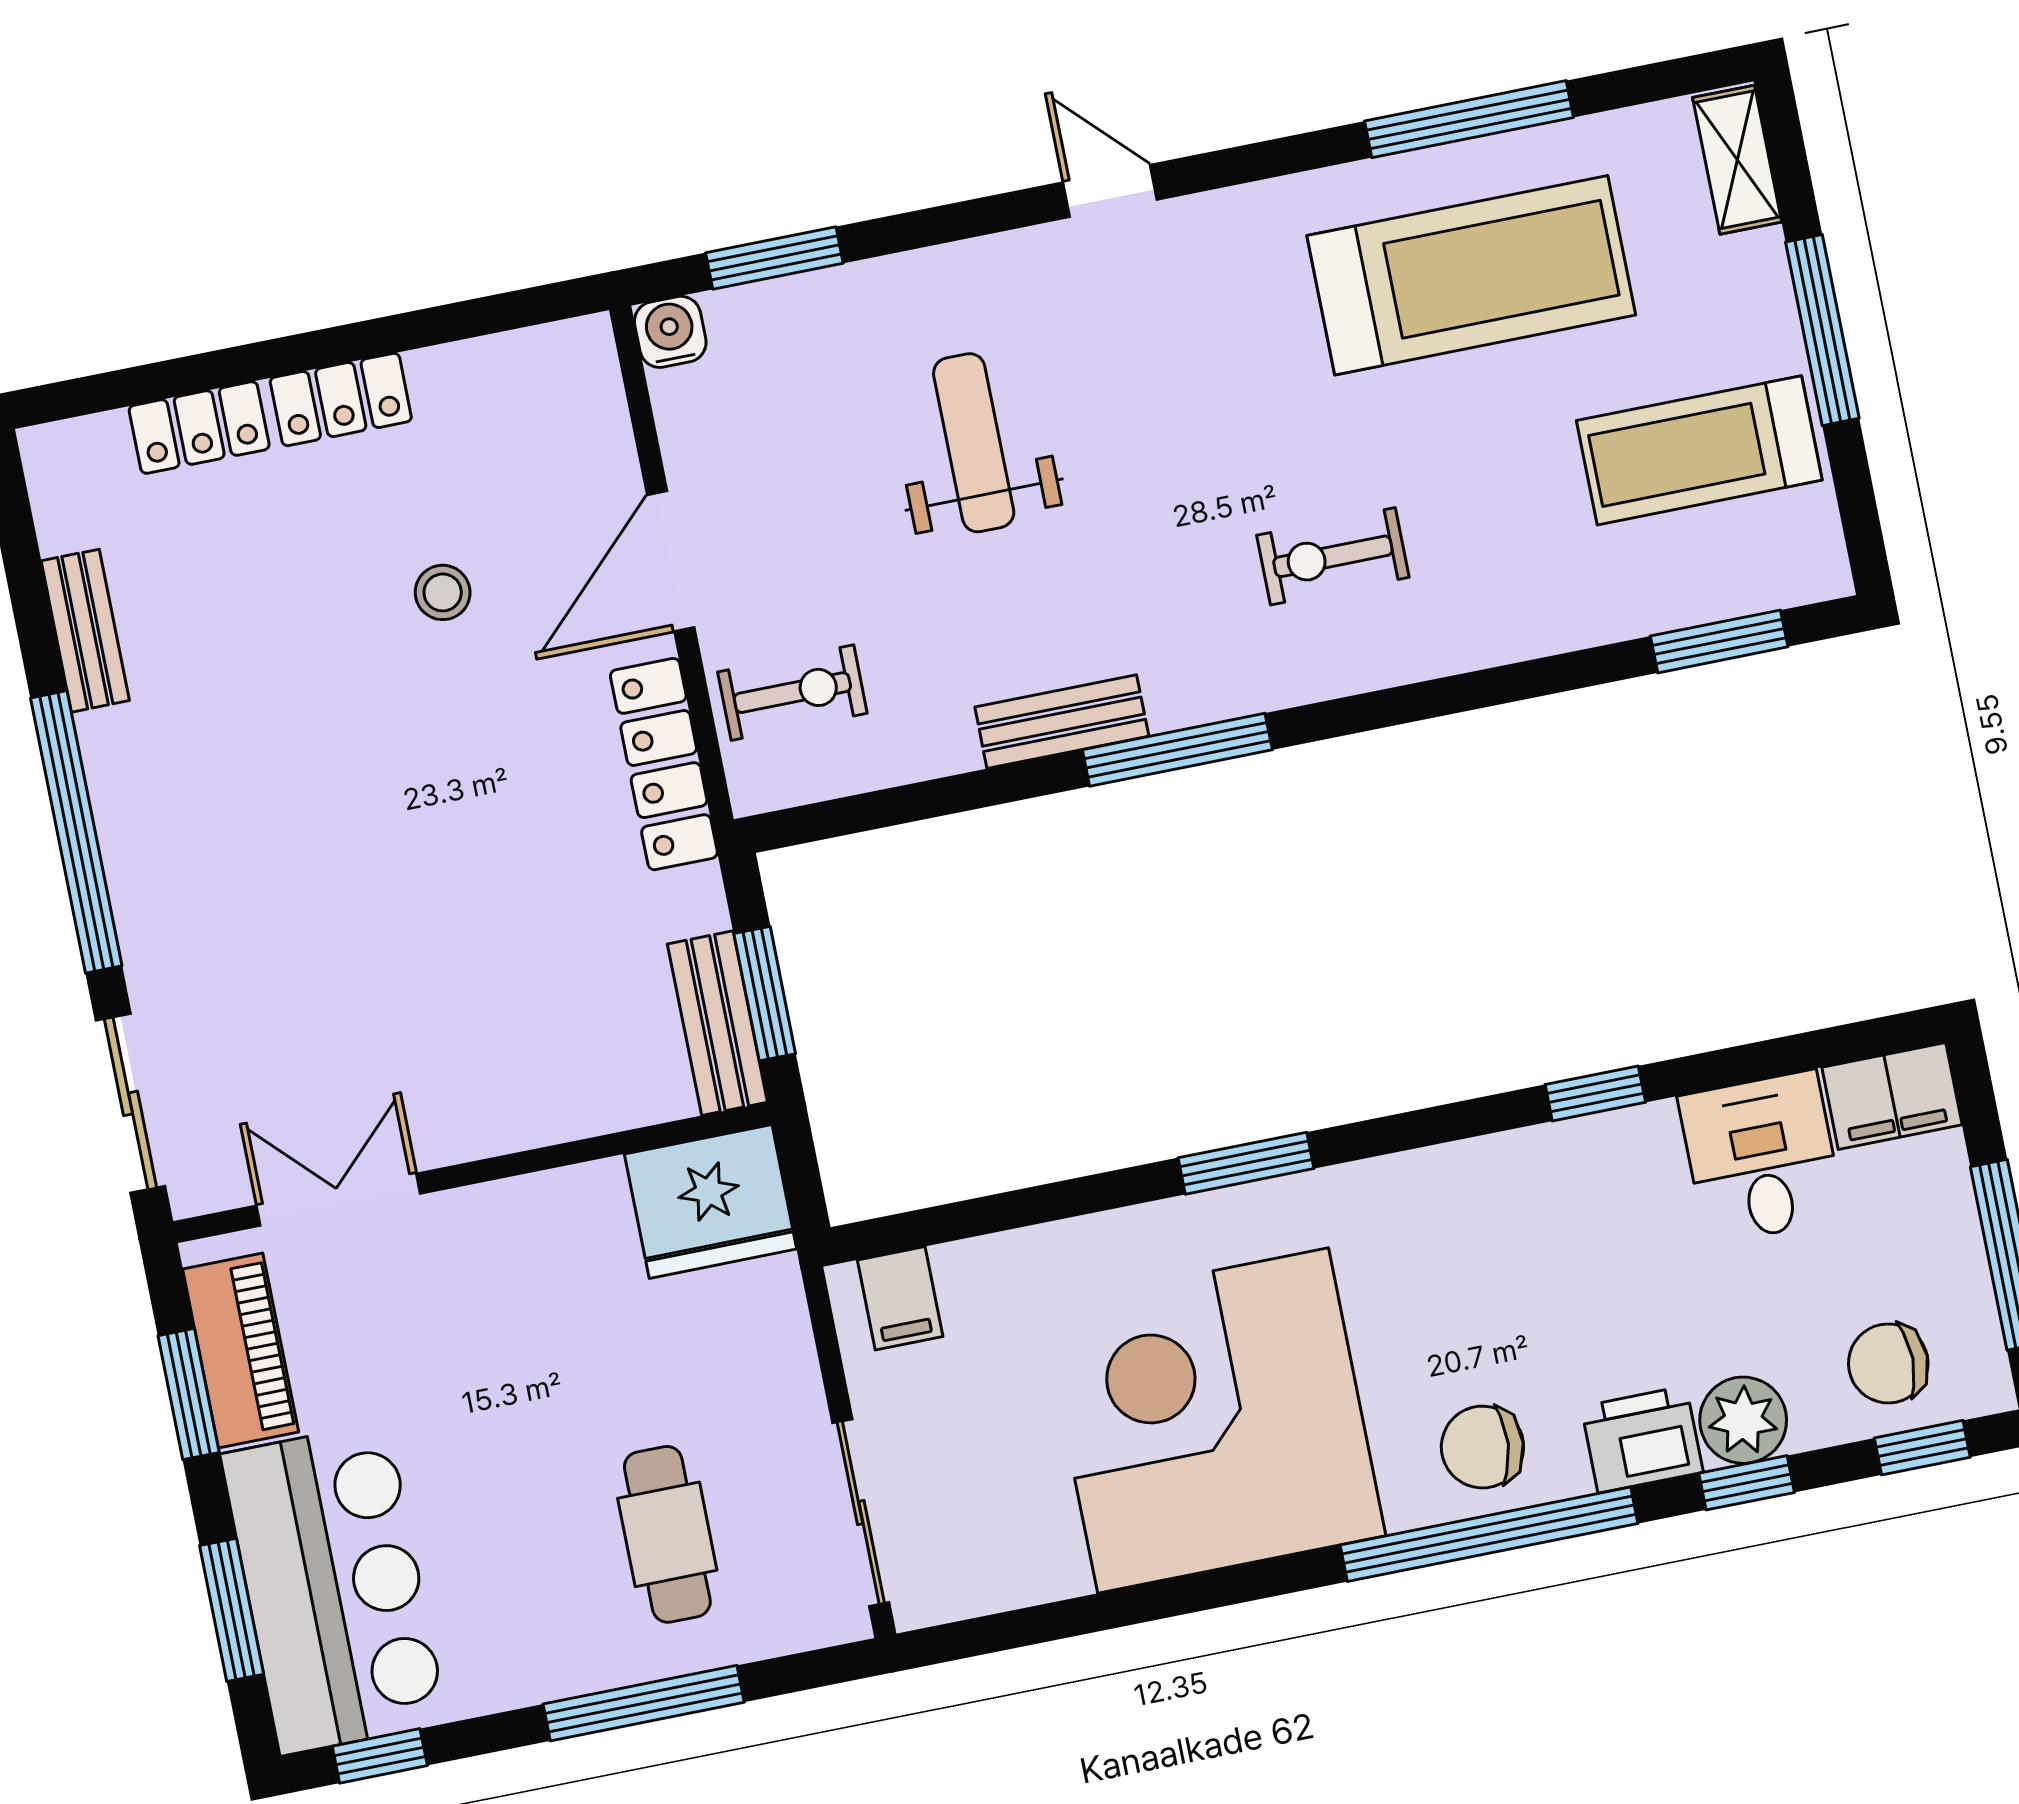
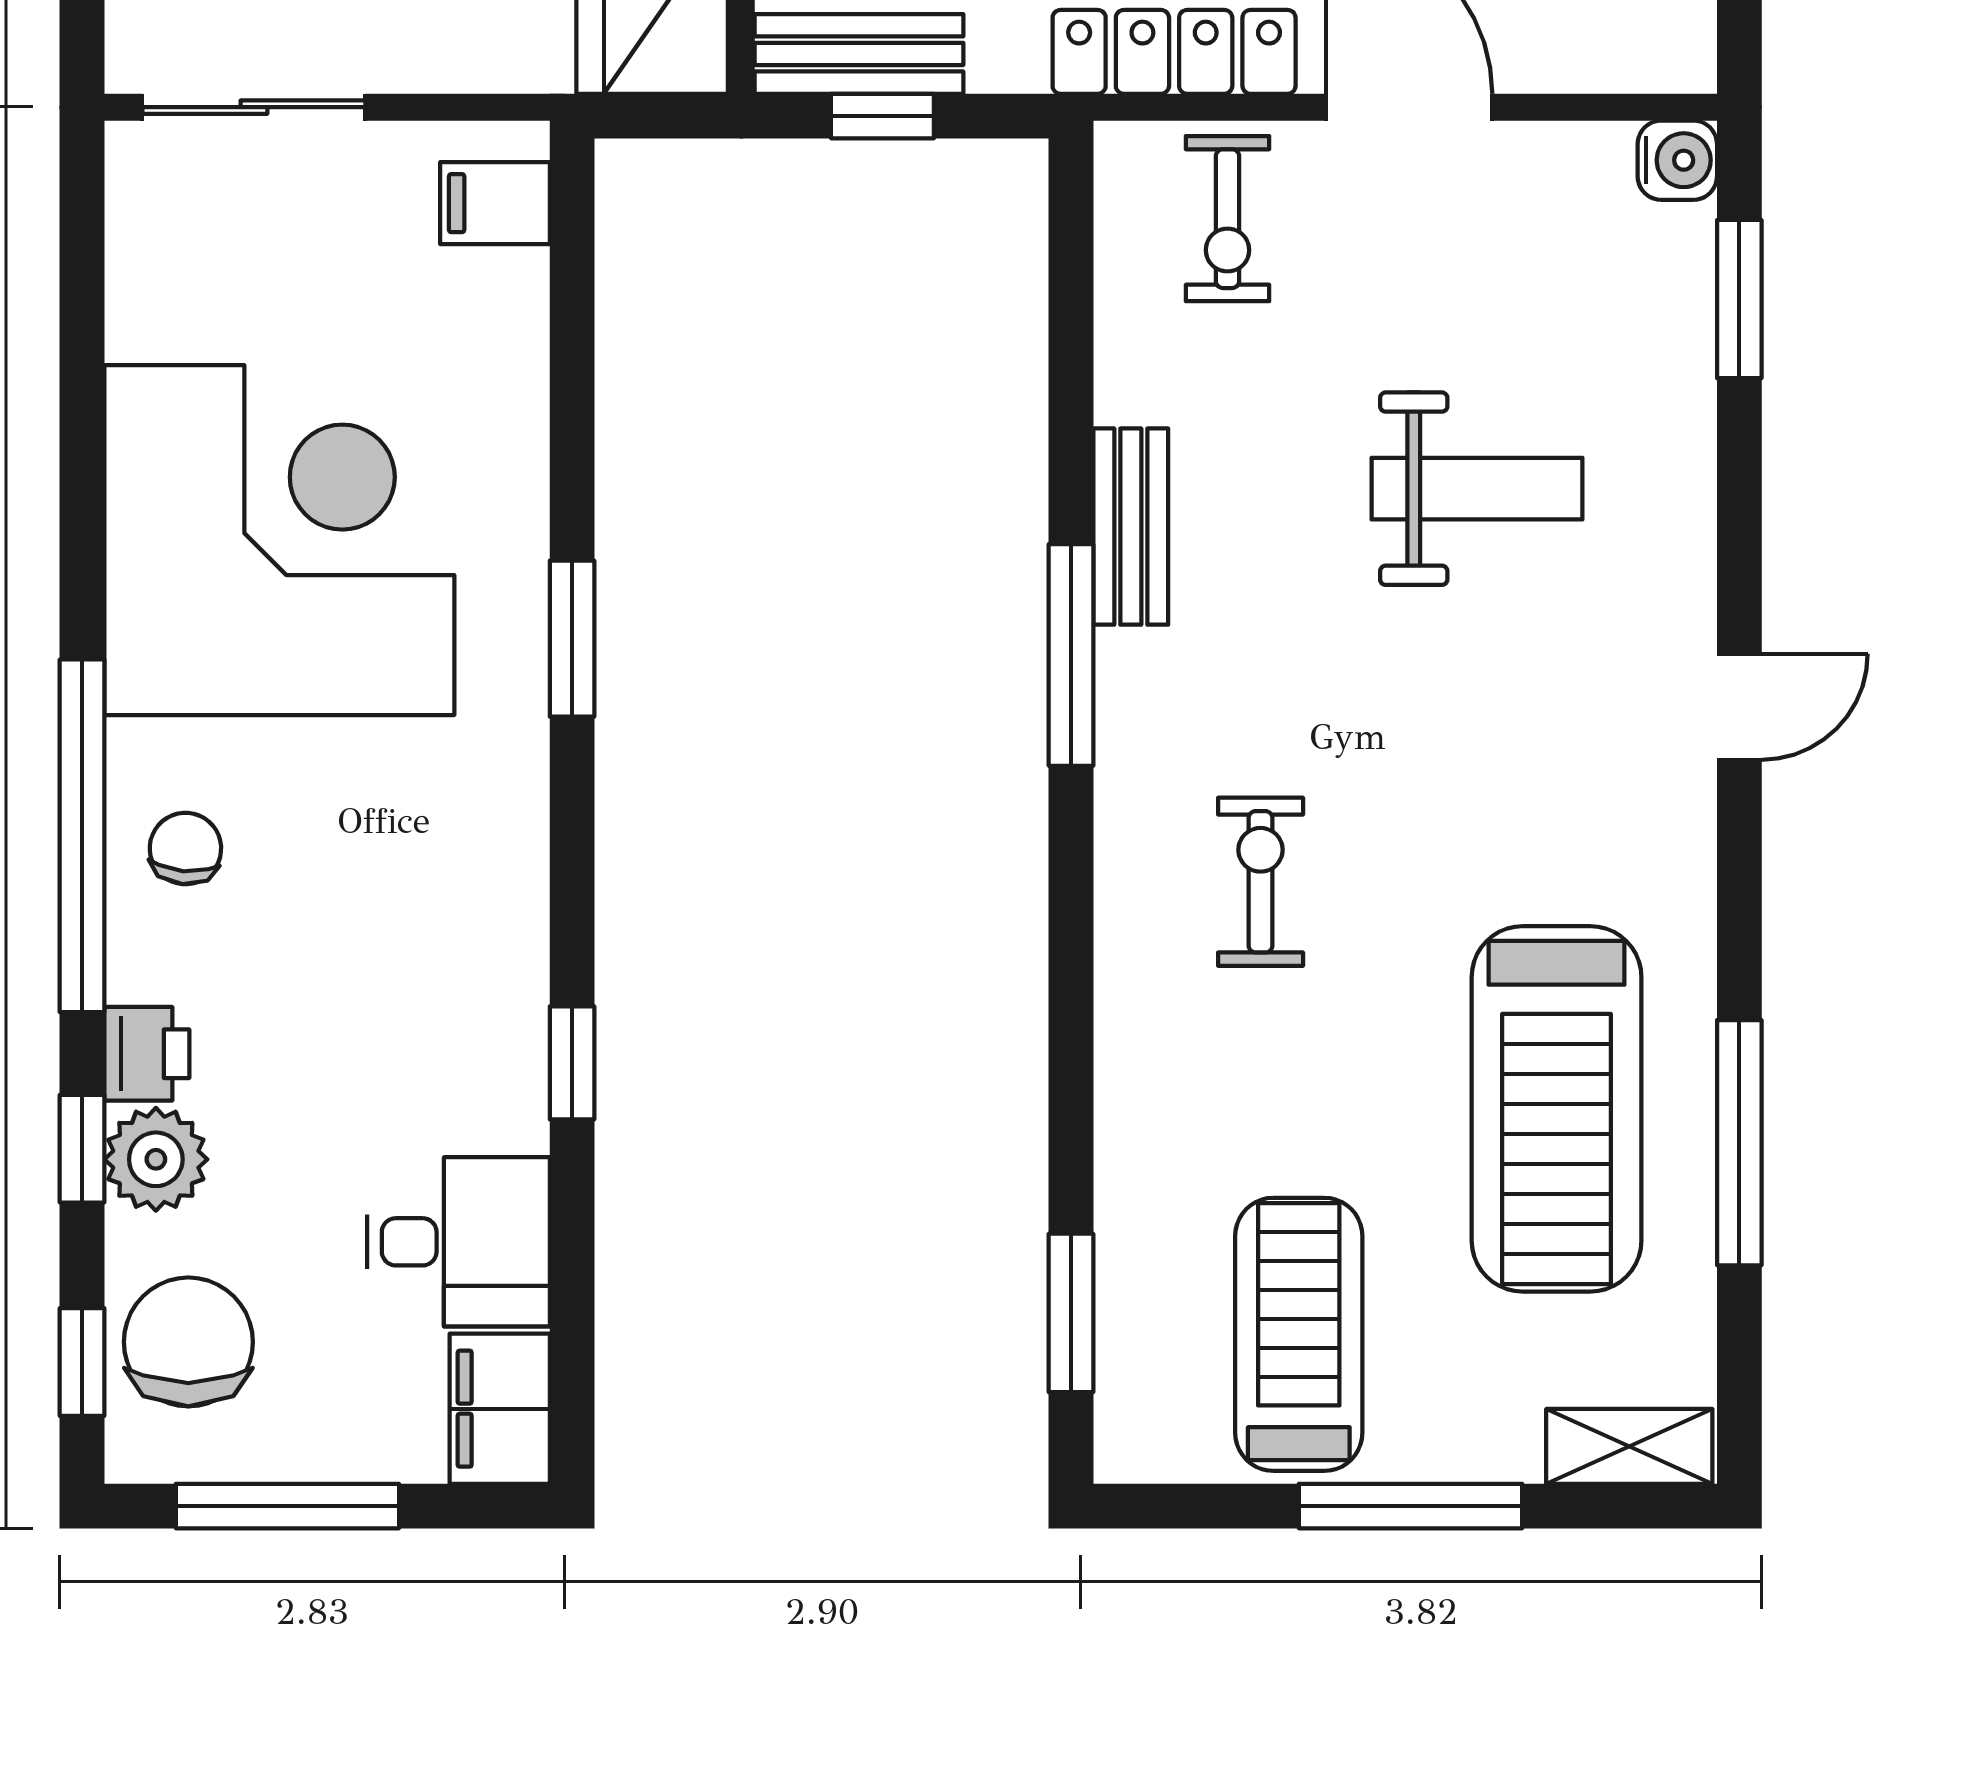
window: (765, 994) -> (882, 116), width x0.67
chair: (1888, 1363) -> (188, 1342), width x1.37, depth x1.37
printer: (1642, 1439) -> (147, 1054), width x0.73, depth x0.81
chair: (1482, 1447) -> (185, 848), width x0.73, depth x0.73

